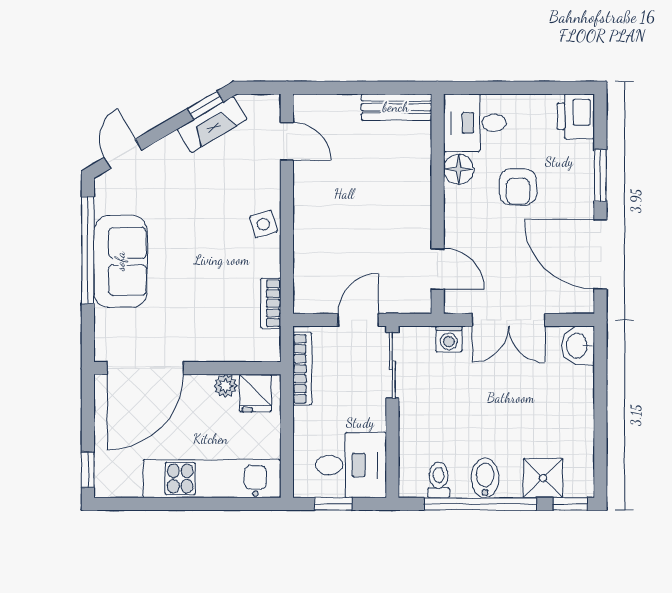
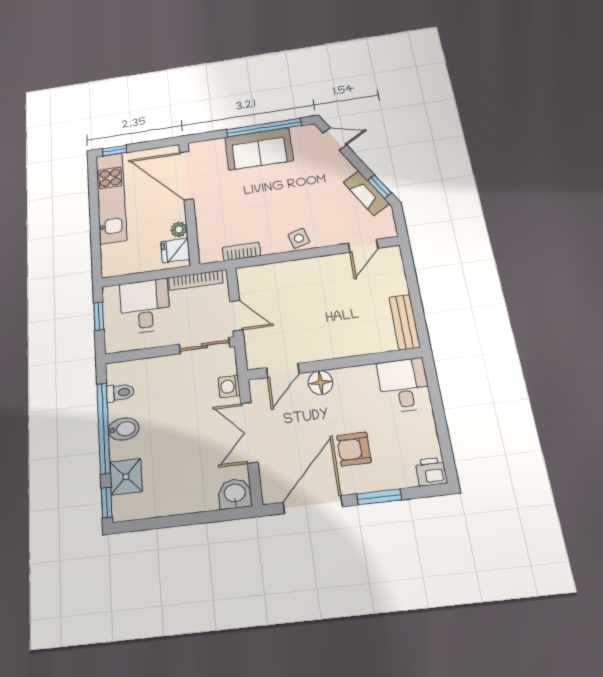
printer: (576, 116) -> (431, 472), width x0.73, depth x0.81
floor lamp: (459, 169) -> (321, 383), moved
armchair: (518, 187) -> (354, 449), moved
desk: (351, 465) -> (145, 306), moved, turned 180
kitchen unit: (212, 479) -> (111, 198), moved

